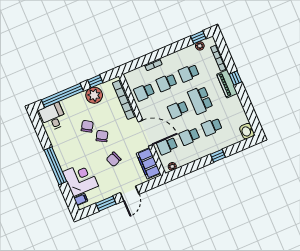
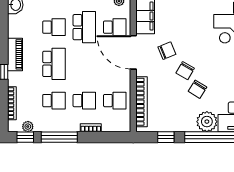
window: (173, 48) -> (59, 137), added
piano: (227, 84) -> (15, 54), moved
plant: (94, 95) -> (207, 122), moved
school desk: (178, 109) -> (84, 64), removed
school desk: (189, 136) -> (84, 27), width x1.85
chair: (114, 159) -> (167, 51), moved

